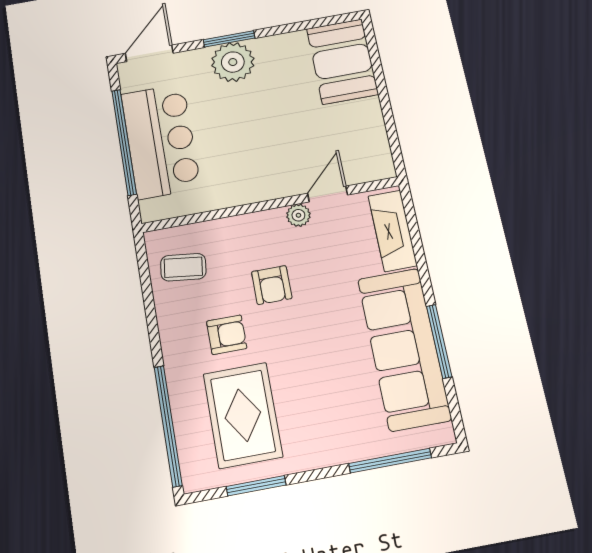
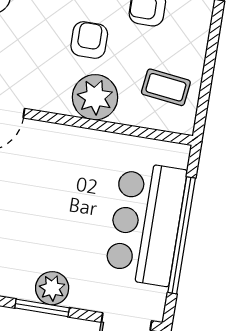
plant: (233, 62) -> (52, 288), width x0.73, depth x0.73
plant: (298, 215) -> (95, 97), moved, width x1.87, depth x1.87

